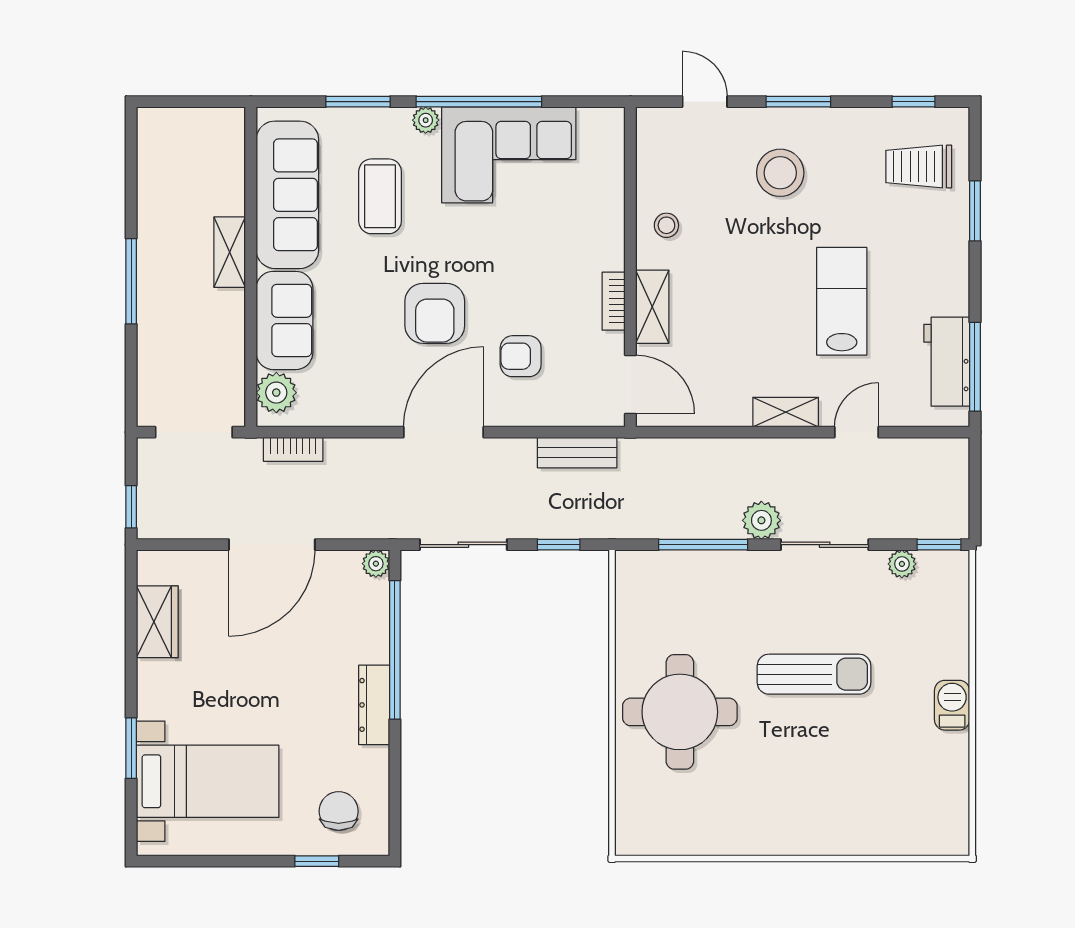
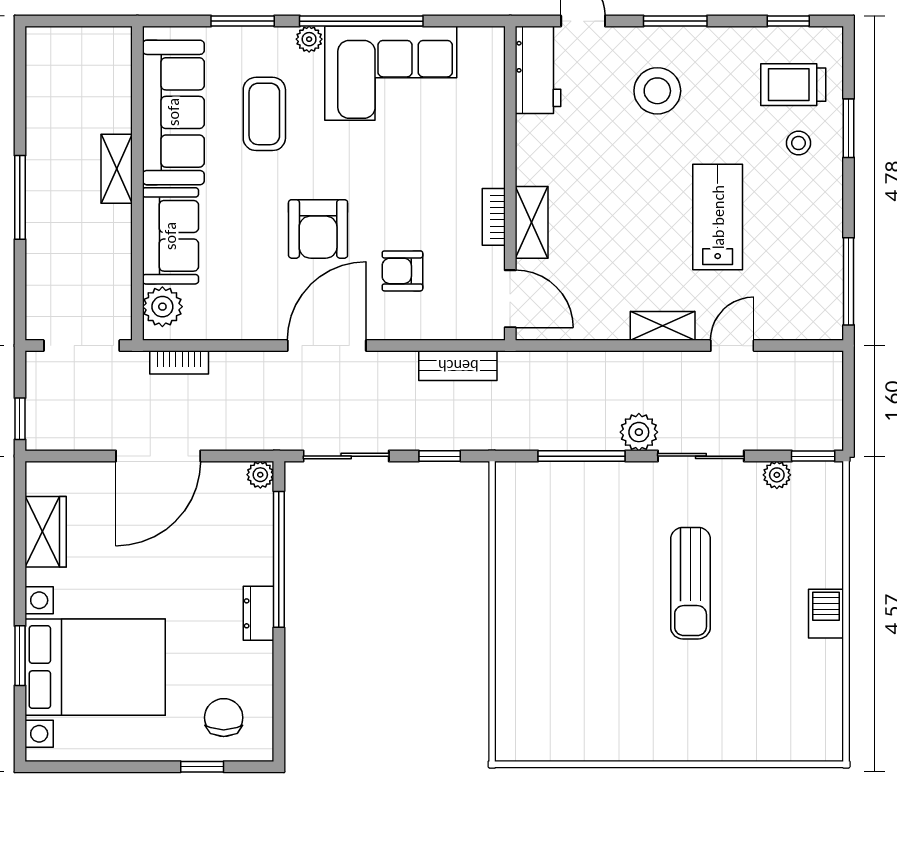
stool: (666, 225) -> (798, 143), moved
workbench: (947, 362) -> (538, 70), moved, turned 180
sun lounger: (814, 674) -> (691, 583), turned 90
dresser: (374, 705) -> (258, 613), width x0.70
round table: (680, 712) -> (559, 620), removed
bed with nightstands: (208, 781) -> (95, 667), width x1.36

